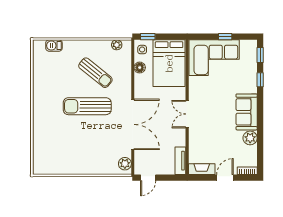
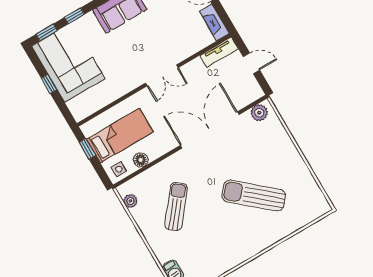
window: (148, 37) -> (87, 149), moved
corner sofa: (214, 58) -> (68, 62), moved
bed: (169, 63) -> (120, 136), width x0.67
sun lounger: (87, 106) -> (254, 195), moved, turned 131
door: (148, 178) -> (251, 63), moved

